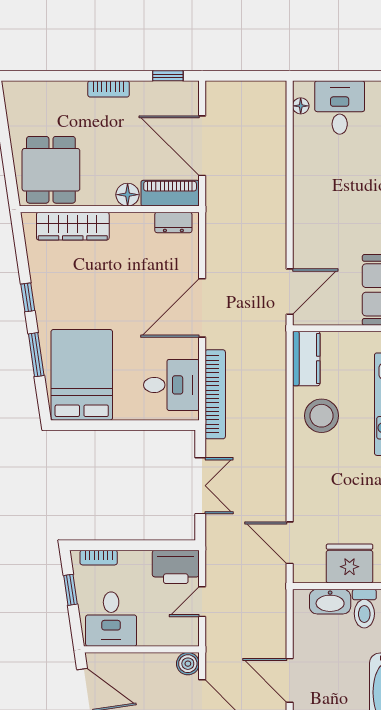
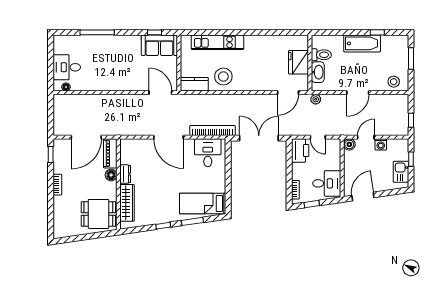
dresser: (173, 222) -> (125, 174), moved
bed: (82, 375) -> (203, 203), width x0.67
double door: (200, 486) -> (259, 138), width x1.37
plant: (277, 598) -> (316, 99), added

